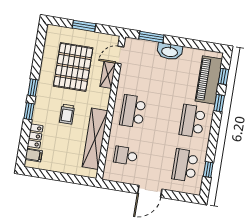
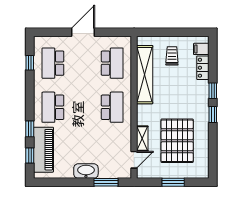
trolley: (67, 114) -> (172, 56), moved
school desk: (192, 121) -> (53, 107), turned 180
school desk: (126, 156) -> (112, 63), width x1.85
school desk: (185, 165) -> (53, 63), turned 180

